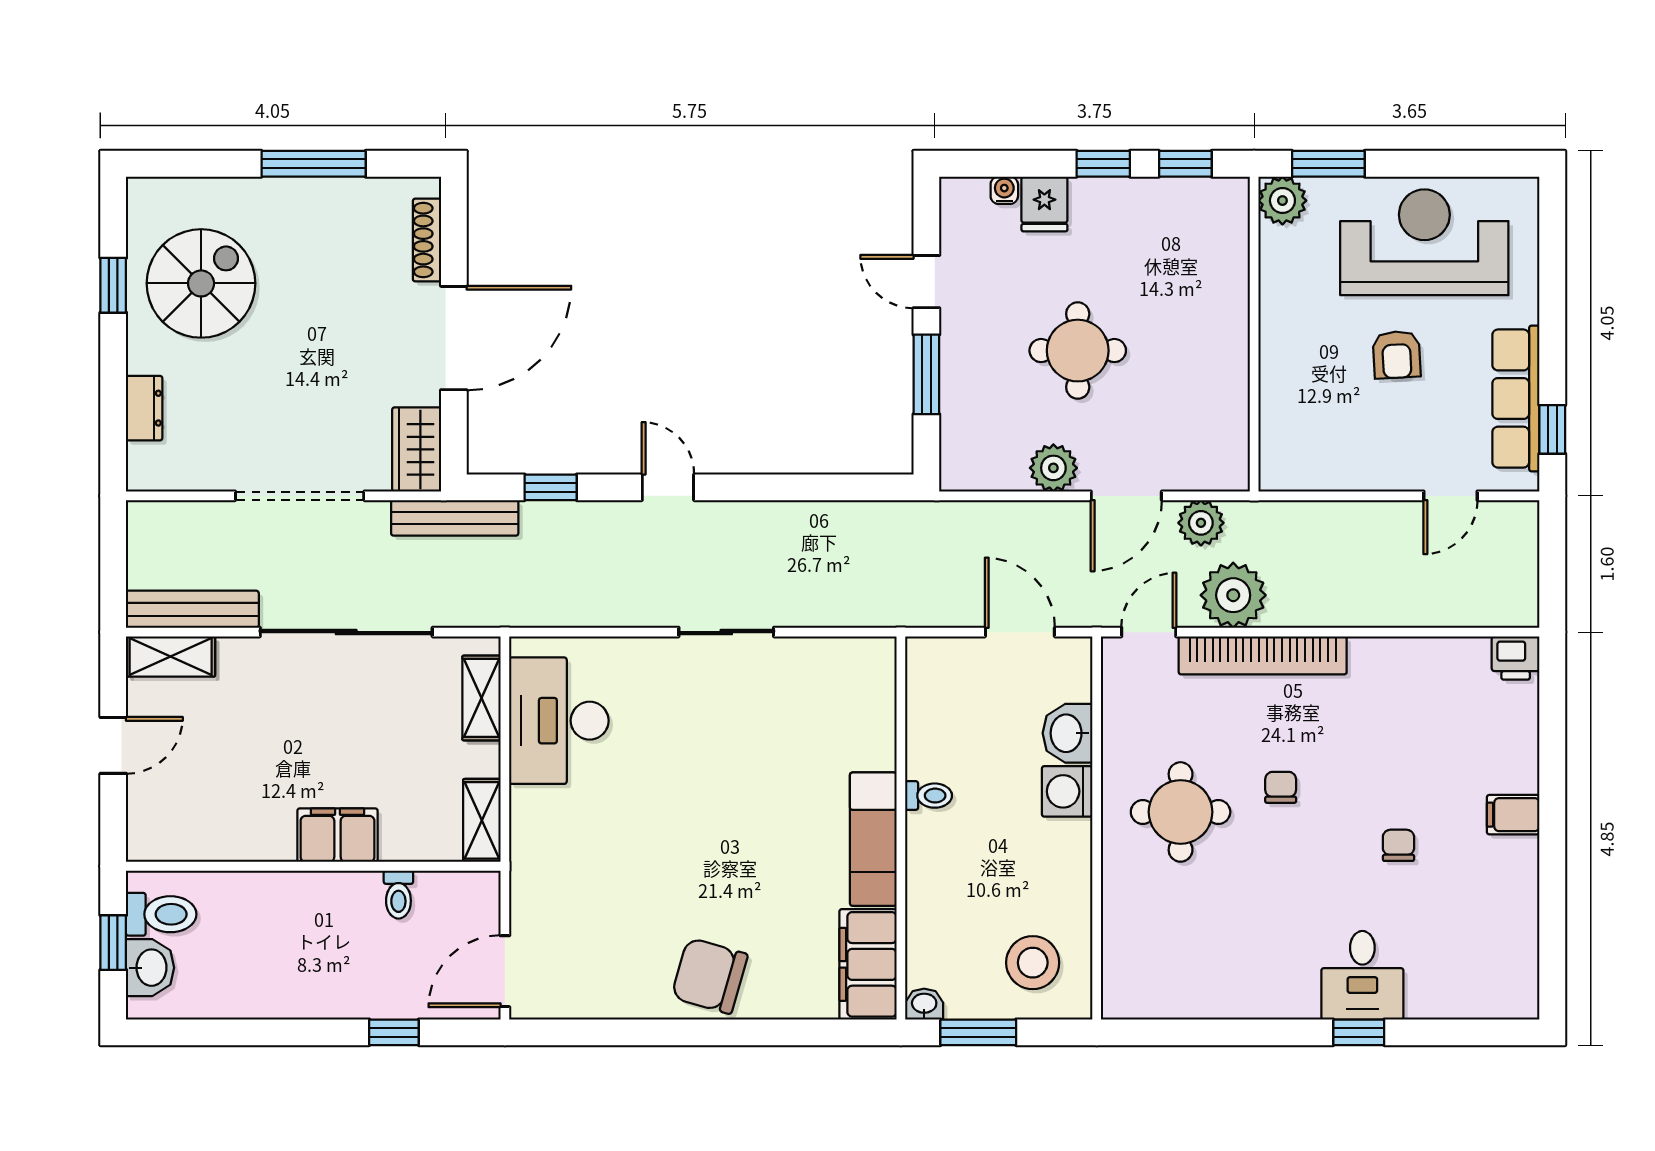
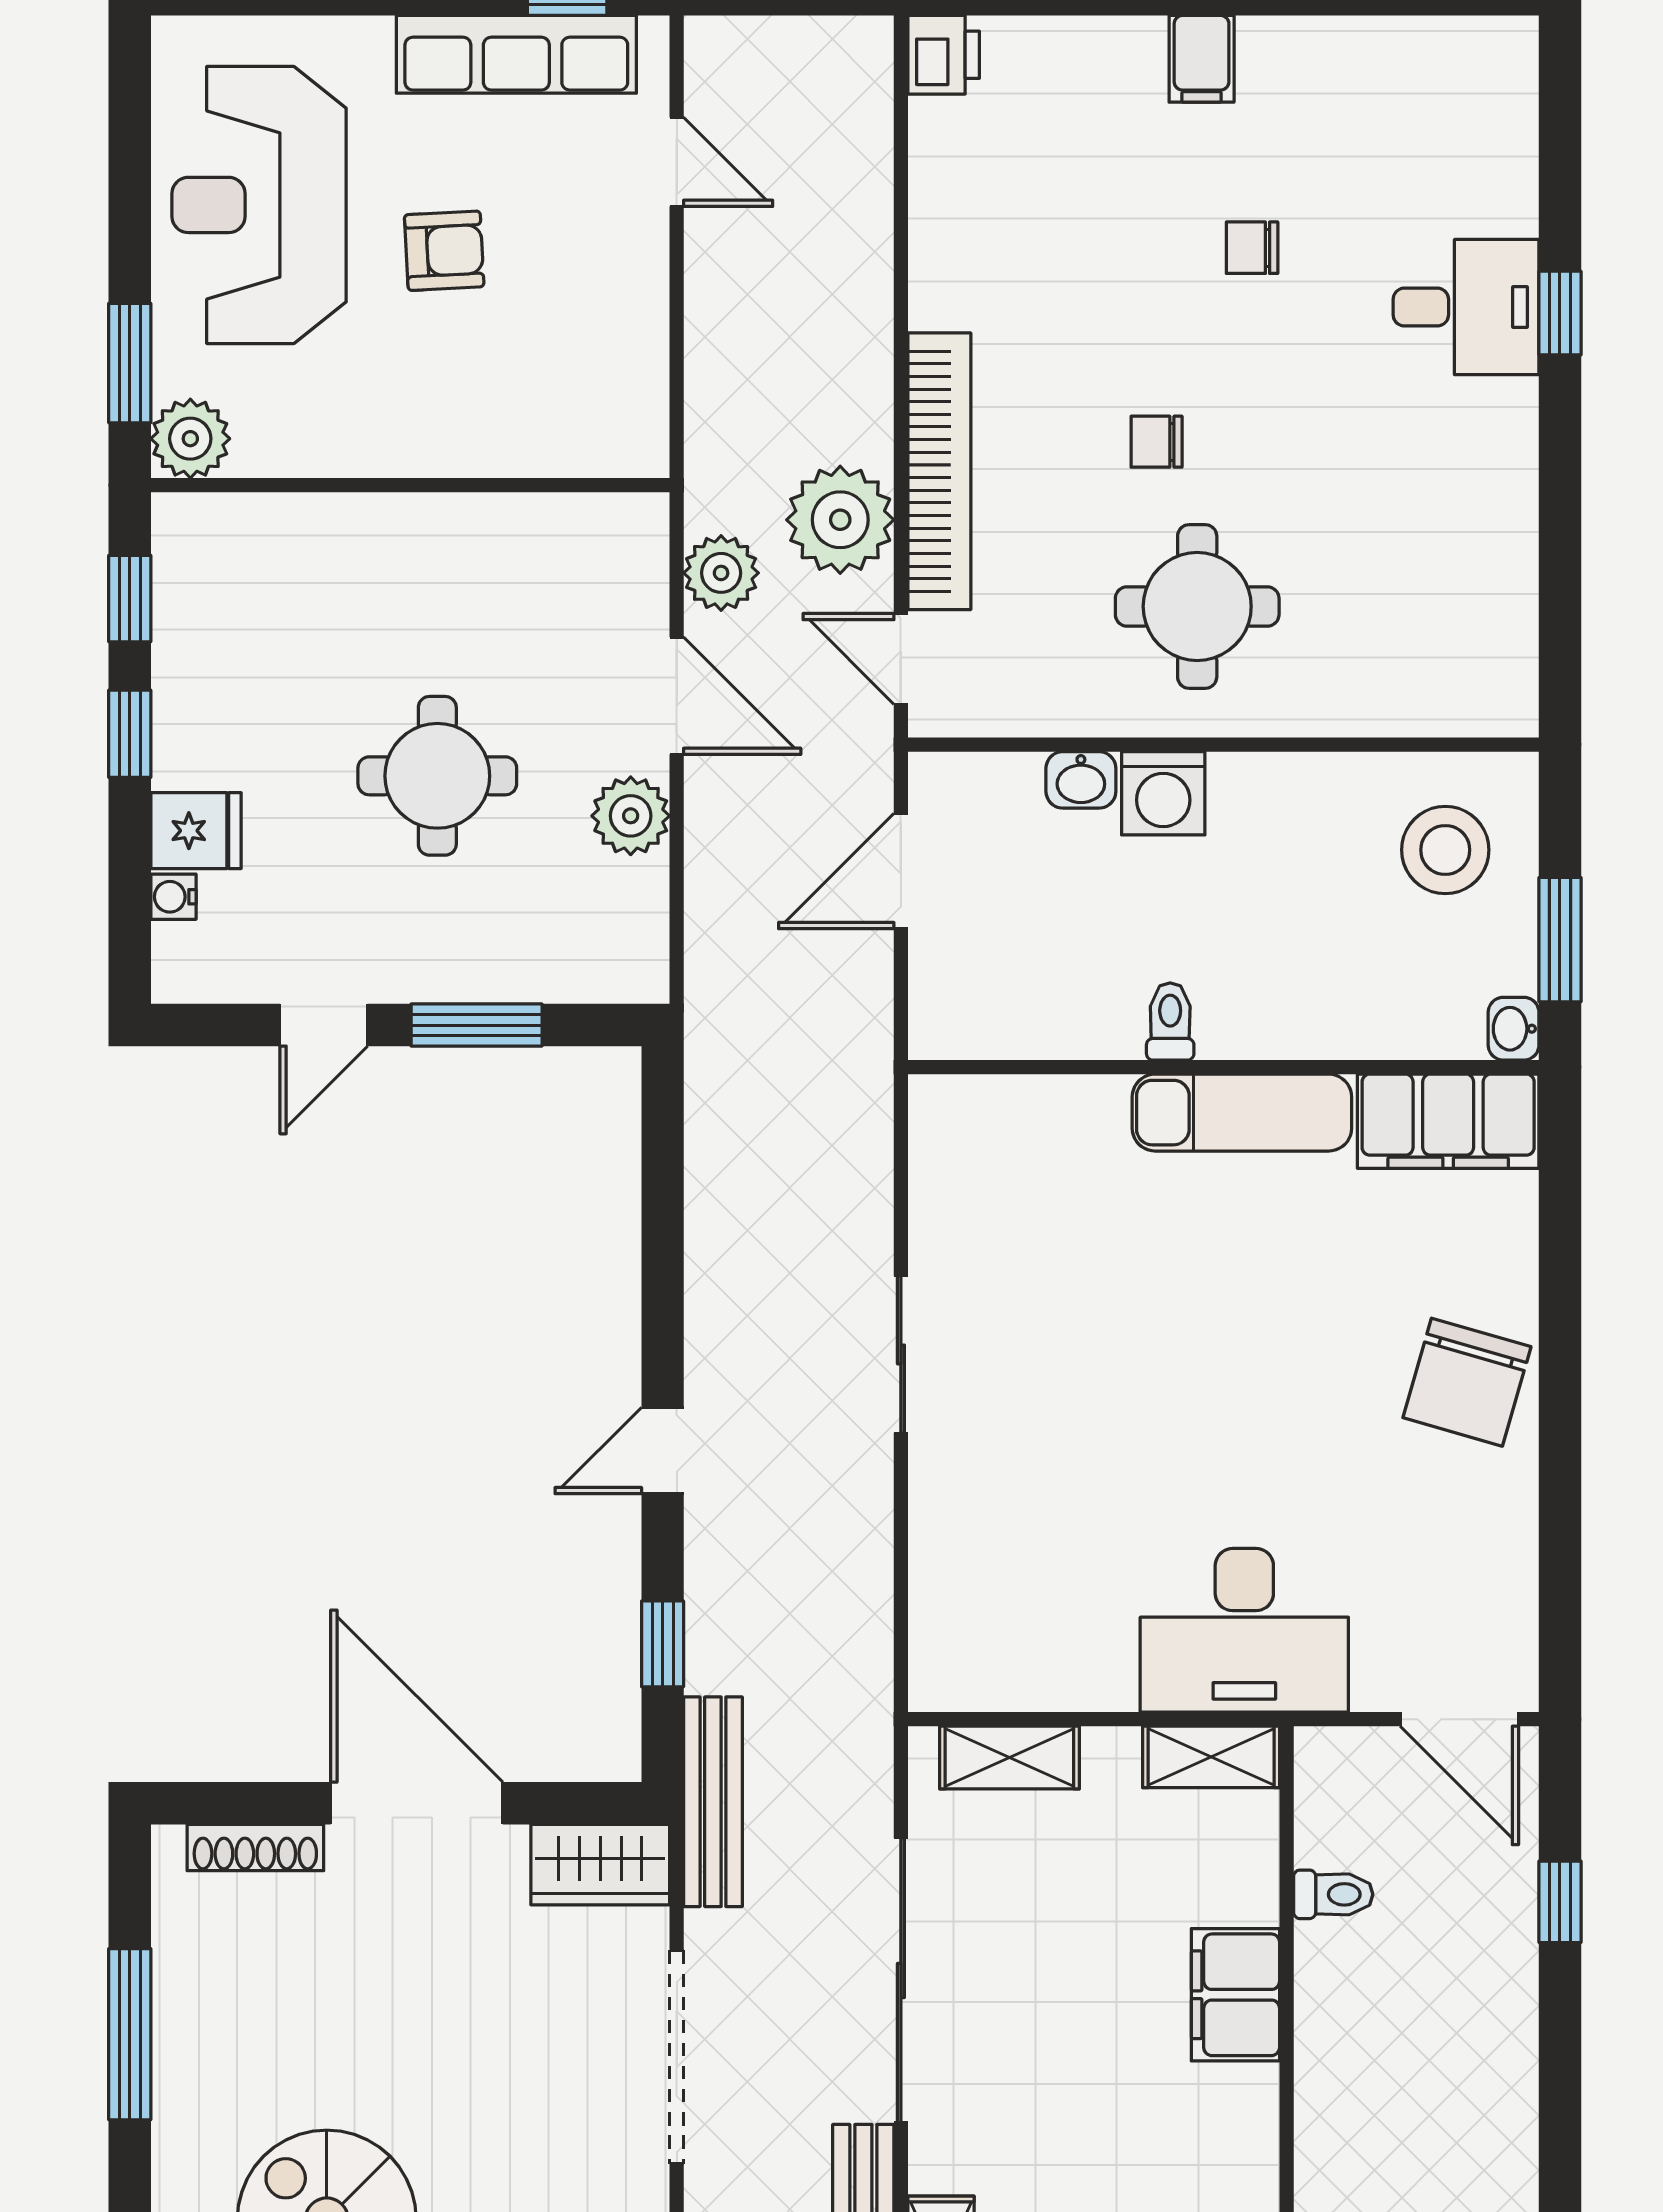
desk: (559, 721) -> (1244, 1630), moved
washbasin: (1068, 733) -> (1081, 780), width x0.72, depth x0.69

